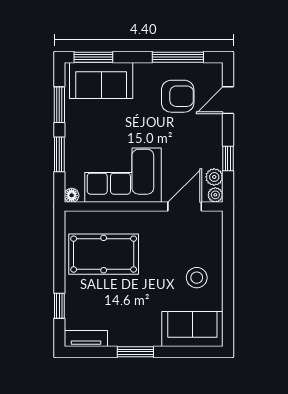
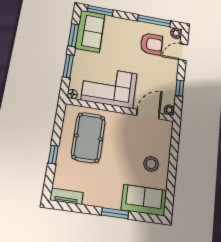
sofa: (101, 80) -> (90, 31), moved, turned -90
plant: (214, 177) -> (176, 33), moved
pool table: (104, 254) -> (88, 137), turned 90
window: (59, 306) -> (53, 155), moved
window: (135, 352) -> (115, 213), moved

